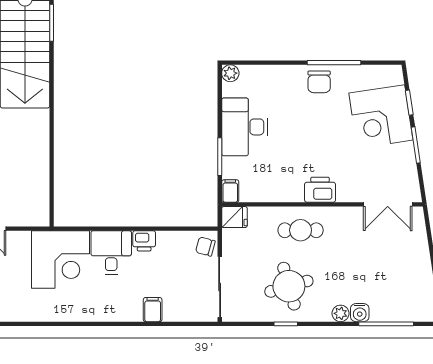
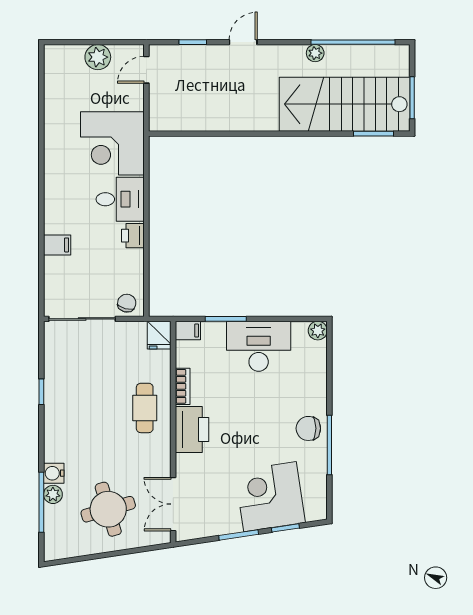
printer: (320, 190) -> (192, 429), width x1.37, depth x1.19
bookcase: (281, 196) -> (183, 386), added
round table: (289, 286) -> (108, 509), moved
plant: (340, 313) -> (53, 494), moved

